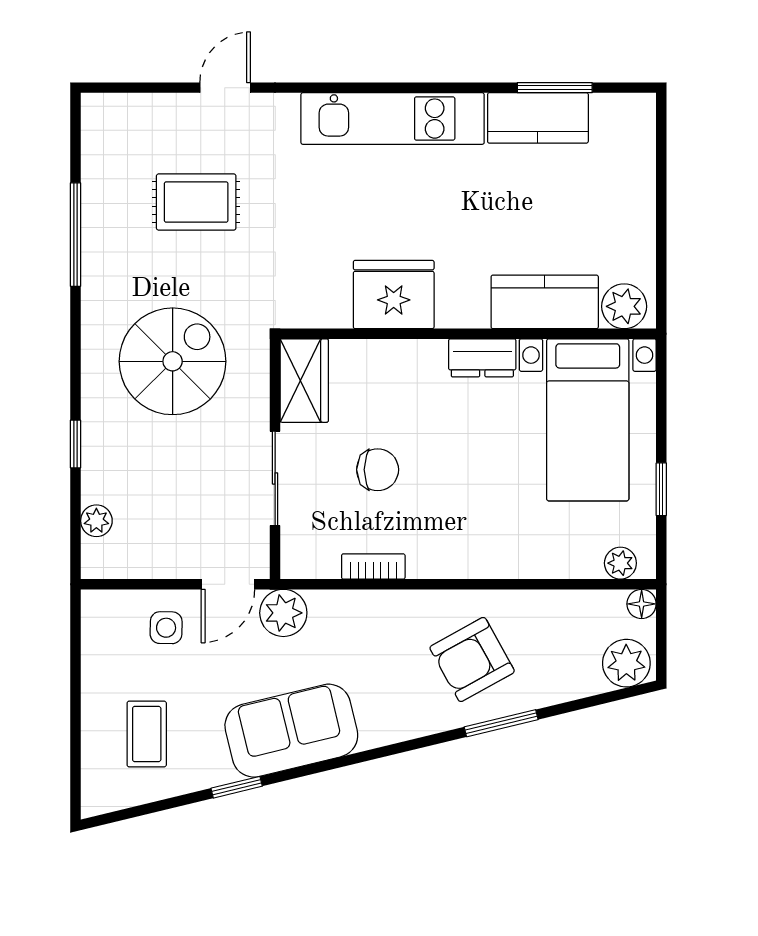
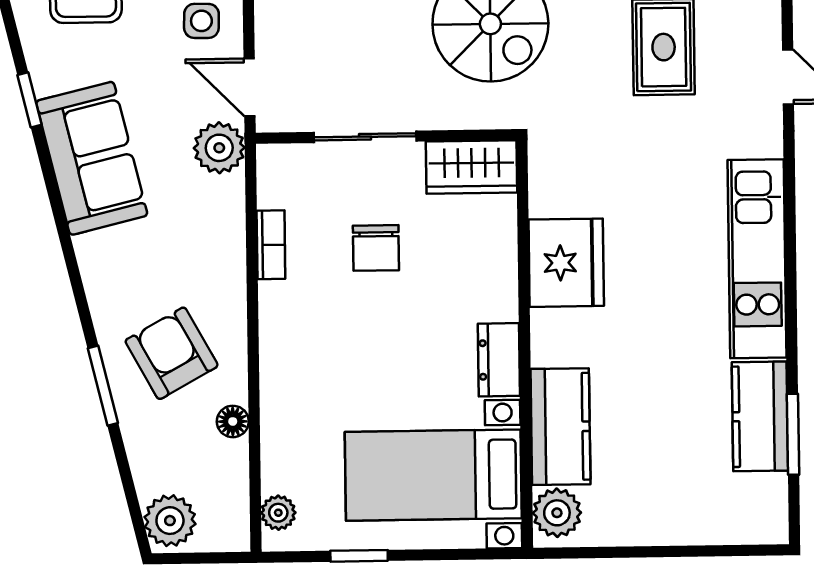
floor lamp: (642, 604) -> (233, 421), moved

